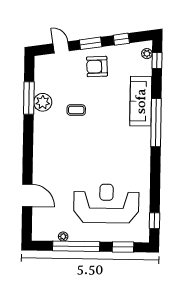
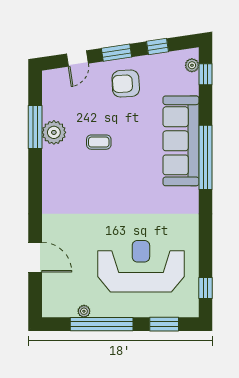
door: (61, 47) -> (77, 59), swing flipped
sofa: (141, 101) -> (181, 141), width x1.36, depth x1.27

